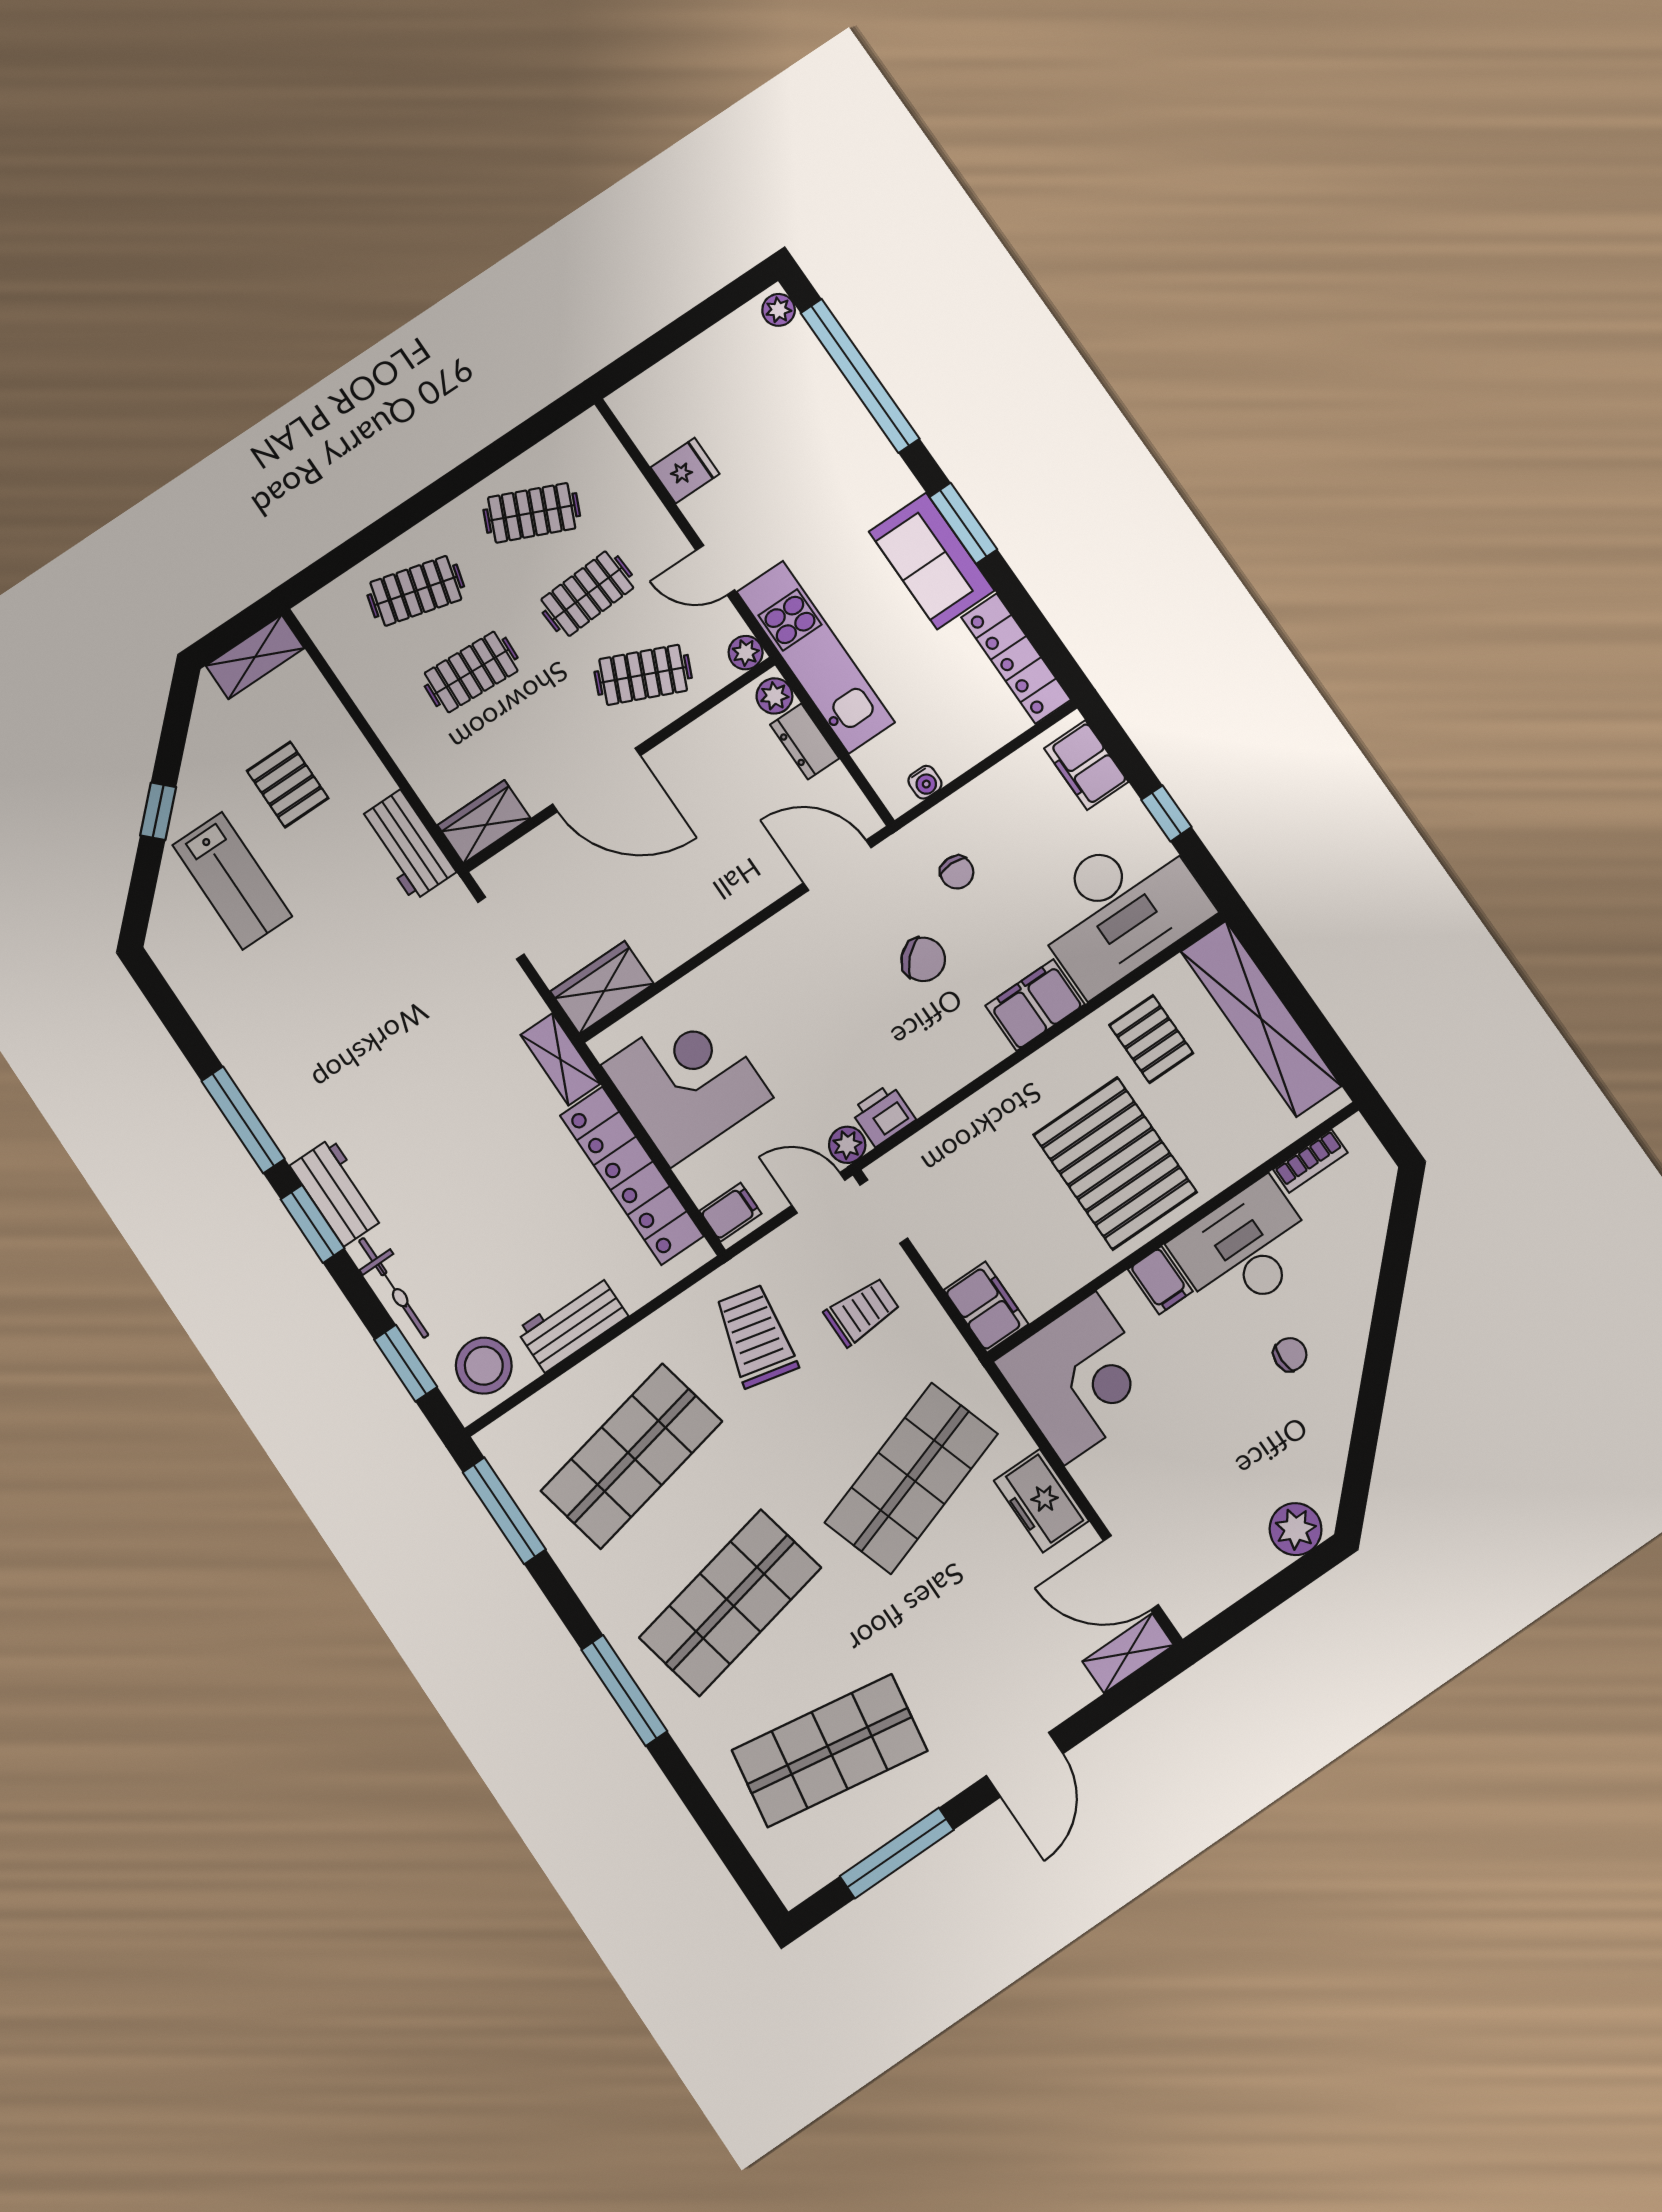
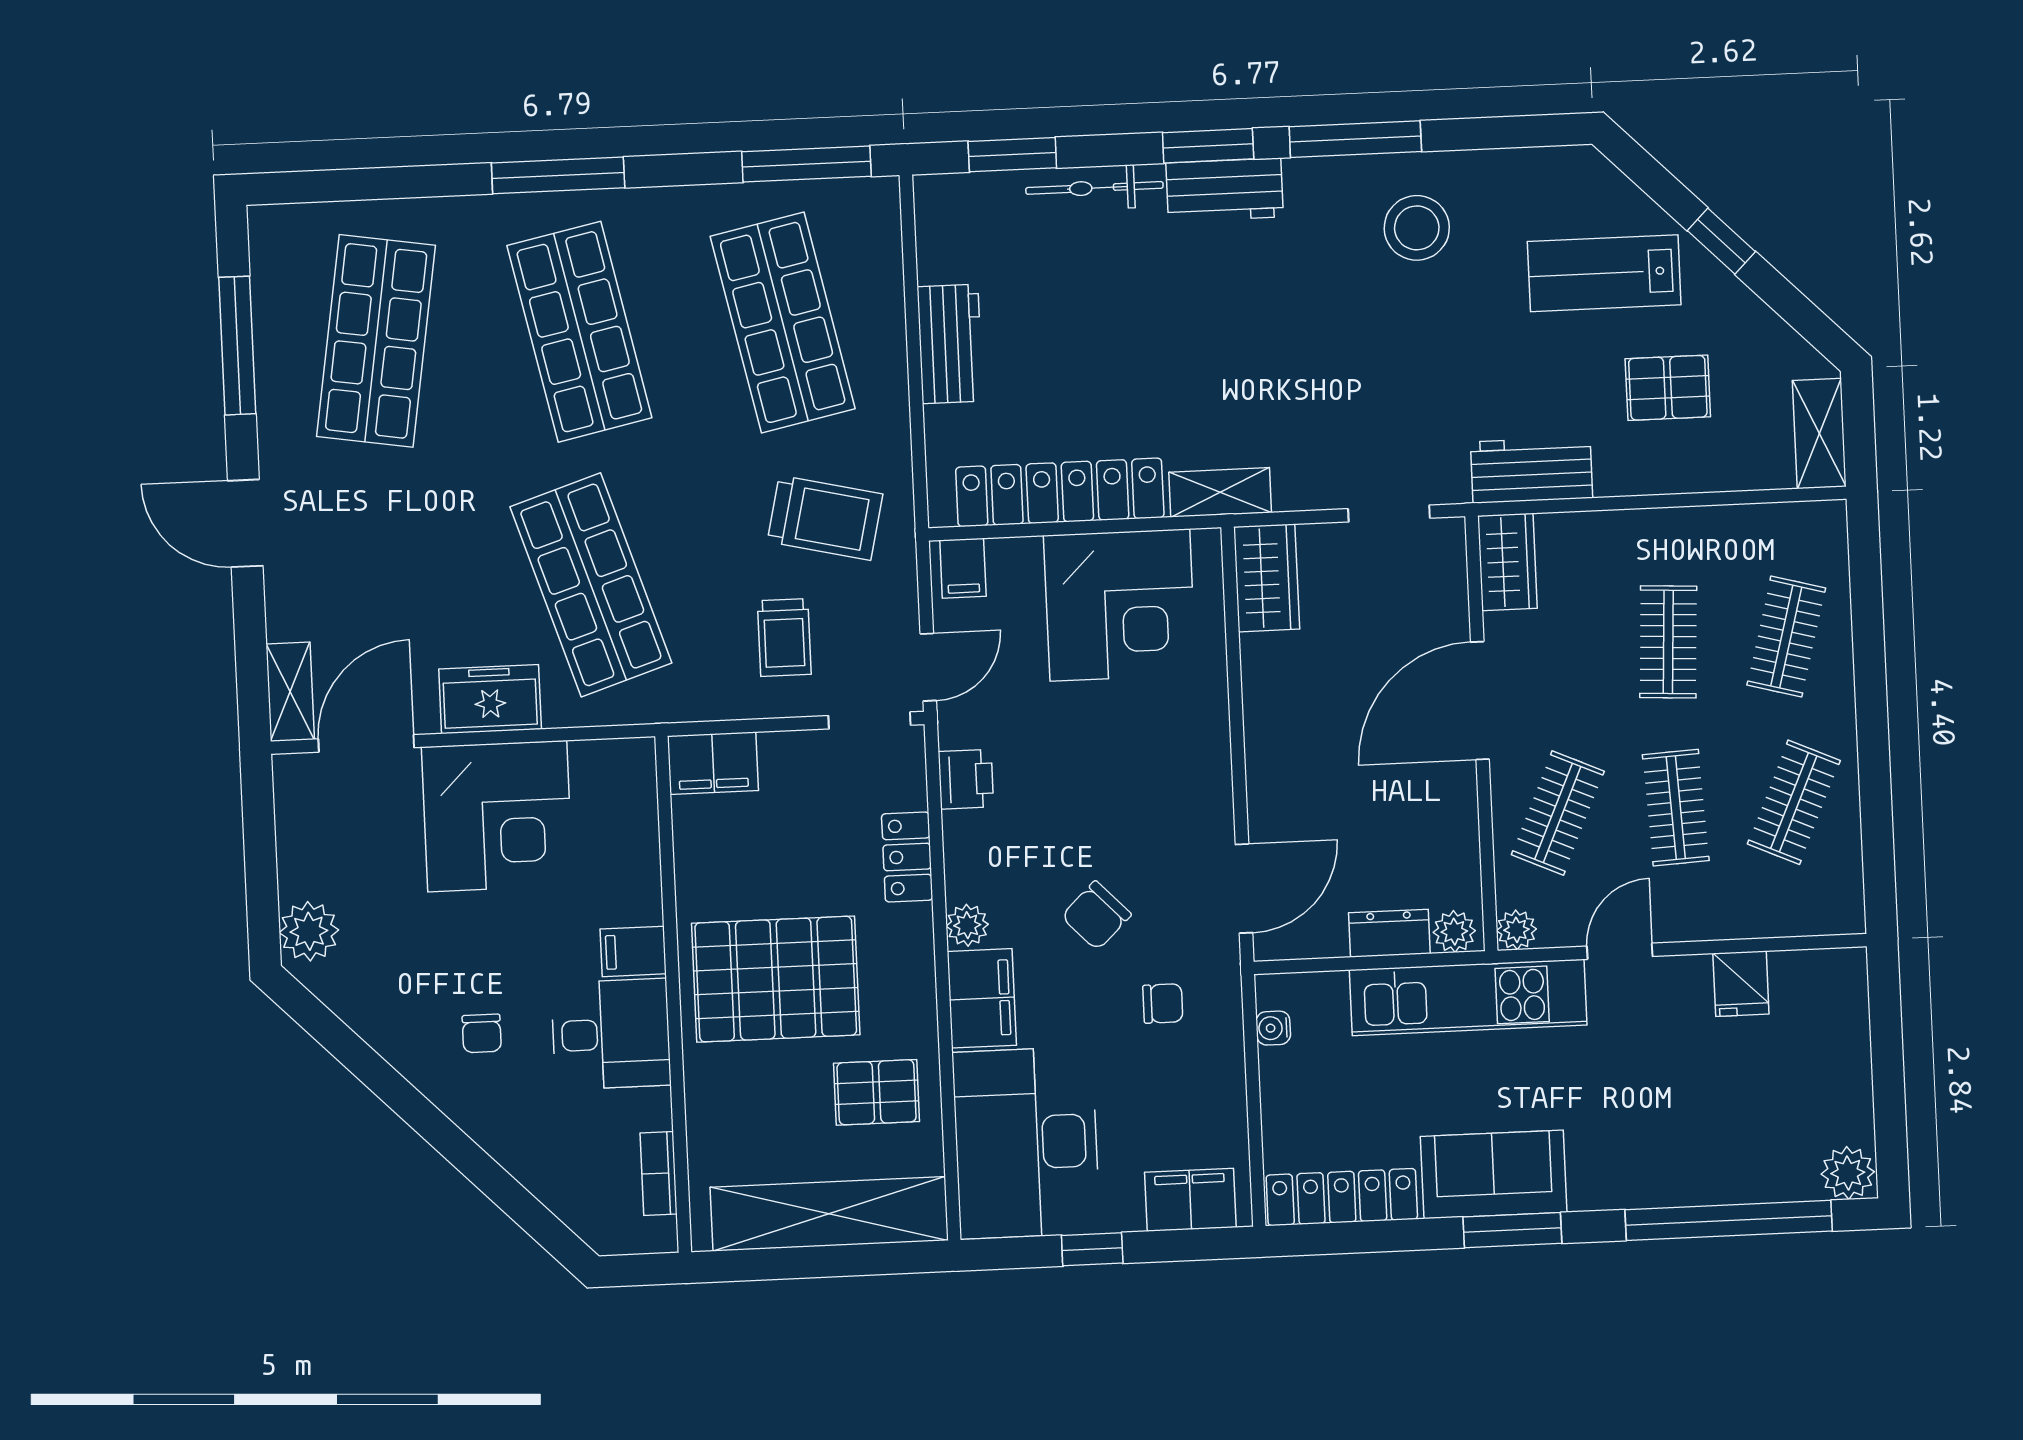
plant: (779, 310) -> (1848, 1173), width x1.38, depth x1.38
chair: (957, 872) -> (1163, 1003), turned 180
locker: (966, 1123) -> (907, 857), added
plant: (847, 1145) -> (967, 925), moved
desk: (1245, 1249) -> (611, 1034), width x0.73
stool: (484, 1366) -> (1417, 228), moved
corner desk: (1080, 1378) -> (497, 816), moved, turned -90

